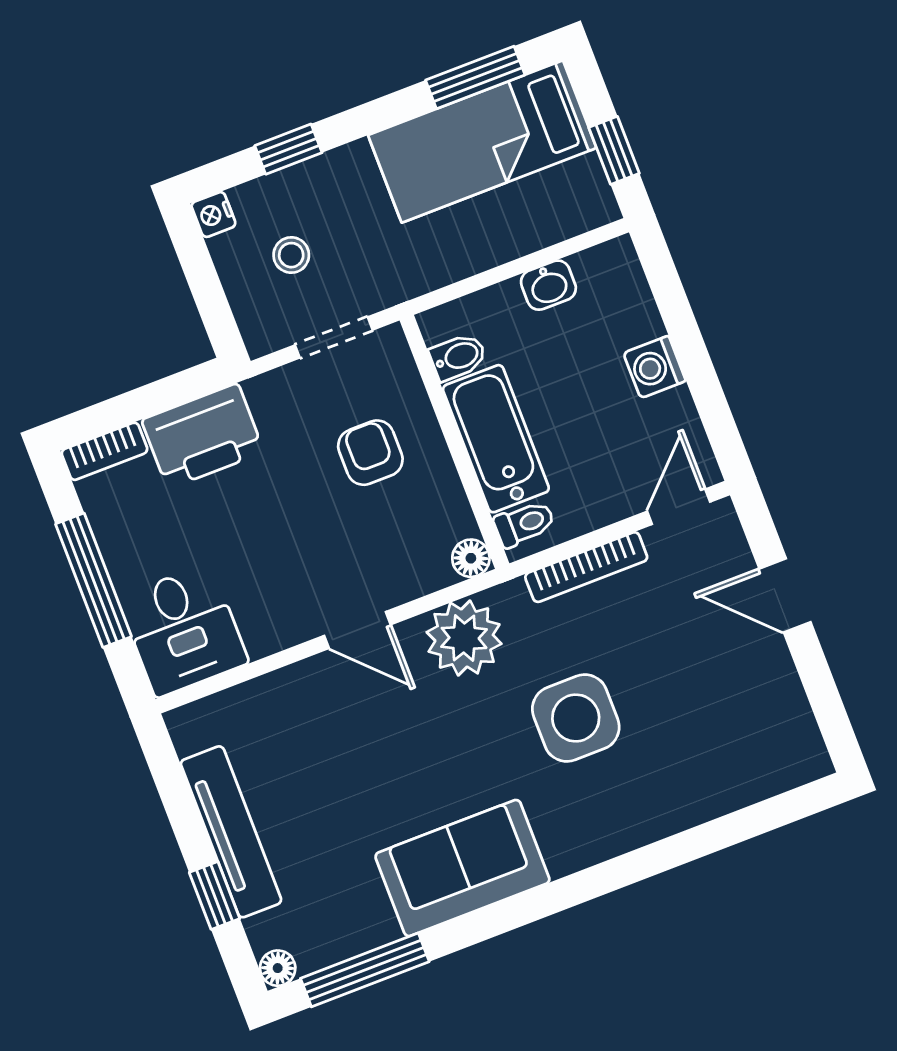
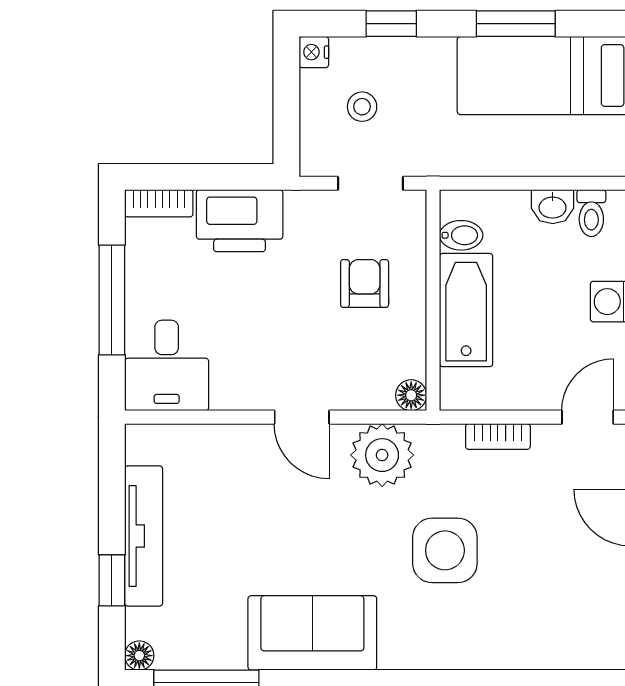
window: (475, 77) -> (516, 24), moved
toilet: (524, 524) -> (591, 213), moved, turned 90
bookcase: (586, 567) -> (498, 436), width x0.64

